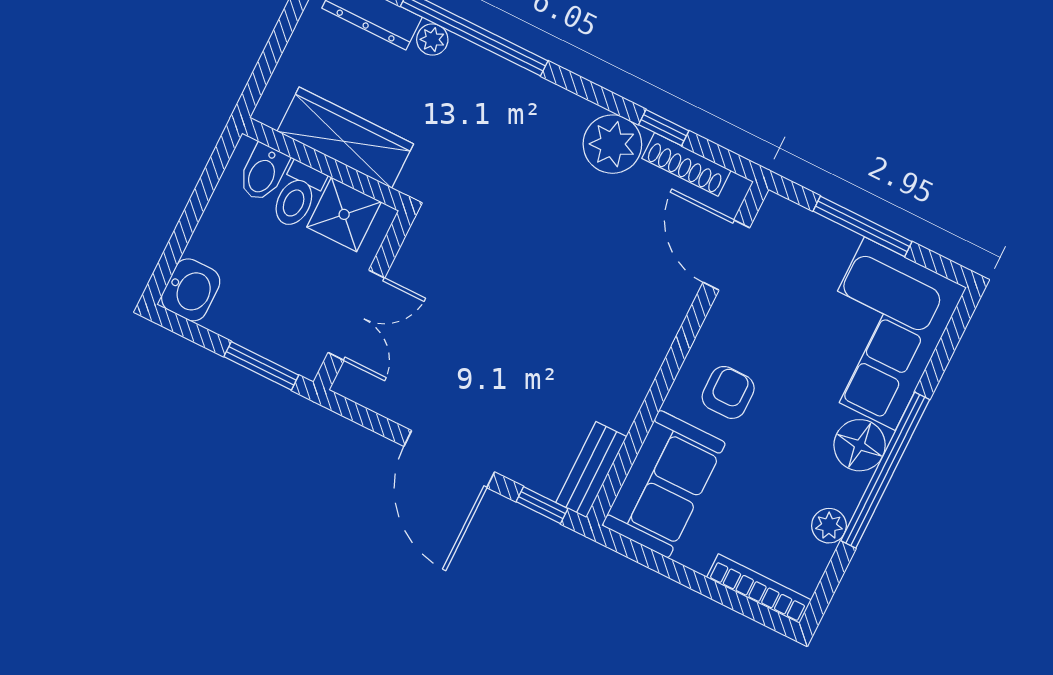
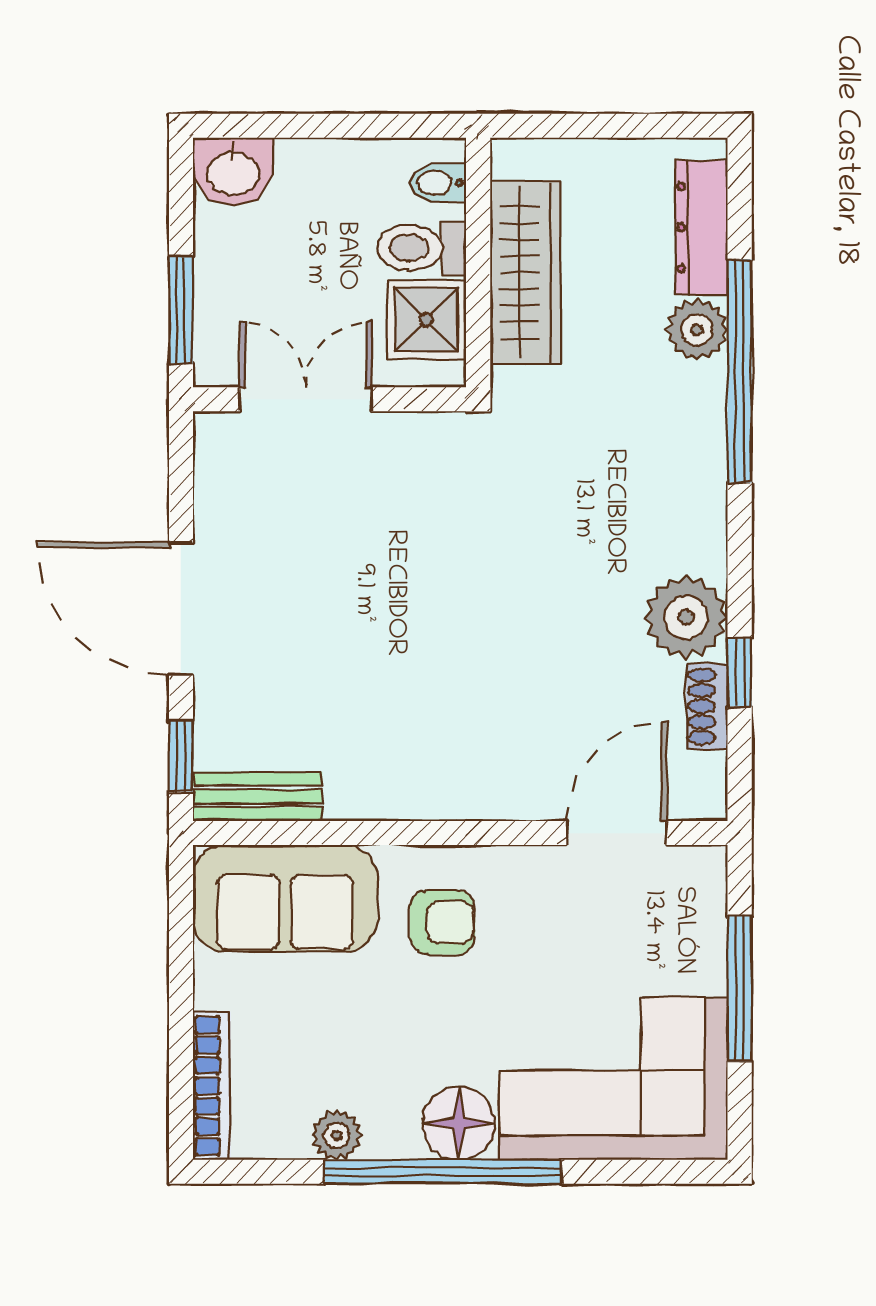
plant: (432, 40) -> (697, 330), width x1.38, depth x1.38
shoe rack: (686, 164) -> (707, 706), width x0.70
bidet: (263, 173) -> (438, 183), width x0.72, depth x0.74
double door: (356, 315) -> (306, 399), swing flipped
door: (449, 459) -> (181, 609), hinge flipped

